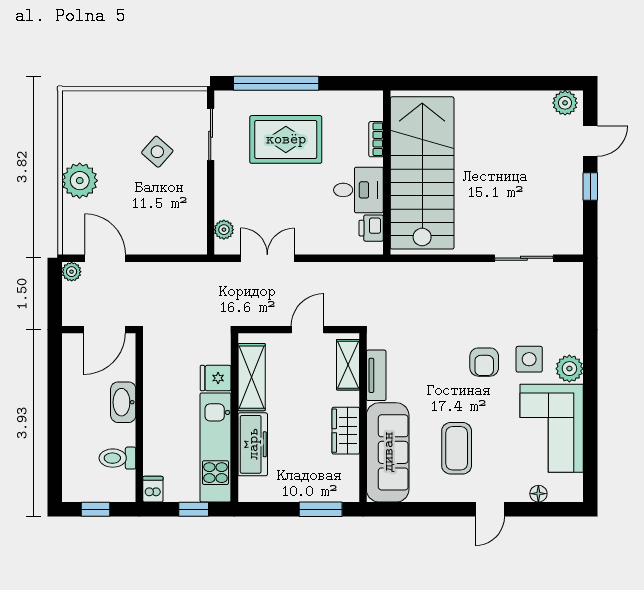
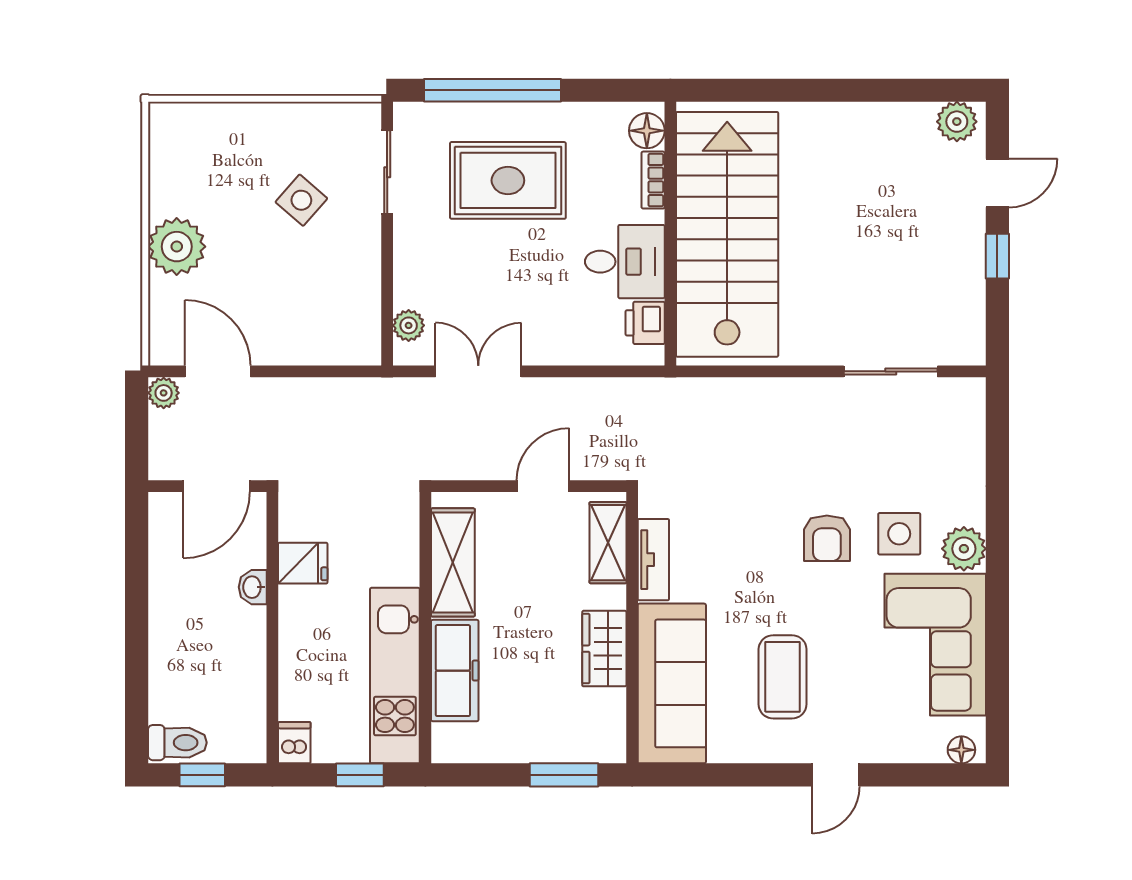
floor lamp: (372, 108) -> (647, 131), added
fridge: (216, 378) -> (303, 563), moved, turned 180
washbasin: (123, 402) -> (253, 587), width x0.52, depth x0.69
toilet: (117, 458) -> (177, 743), moved, turned 180
floor lamp: (538, 494) -> (961, 750), moved

